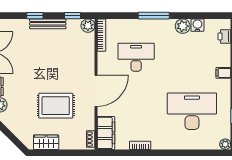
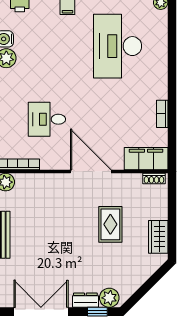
desk: (136, 57) -> (47, 119), width x0.73
rug: (56, 106) -> (110, 224), width x0.73, depth x0.70

